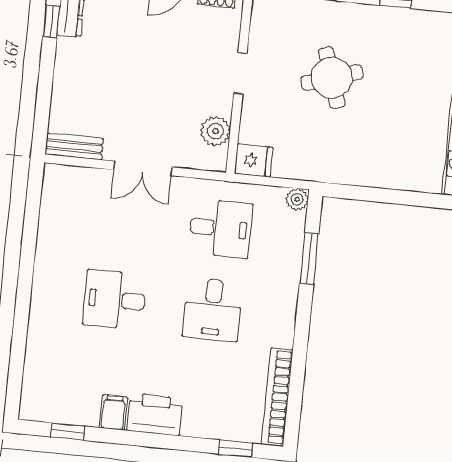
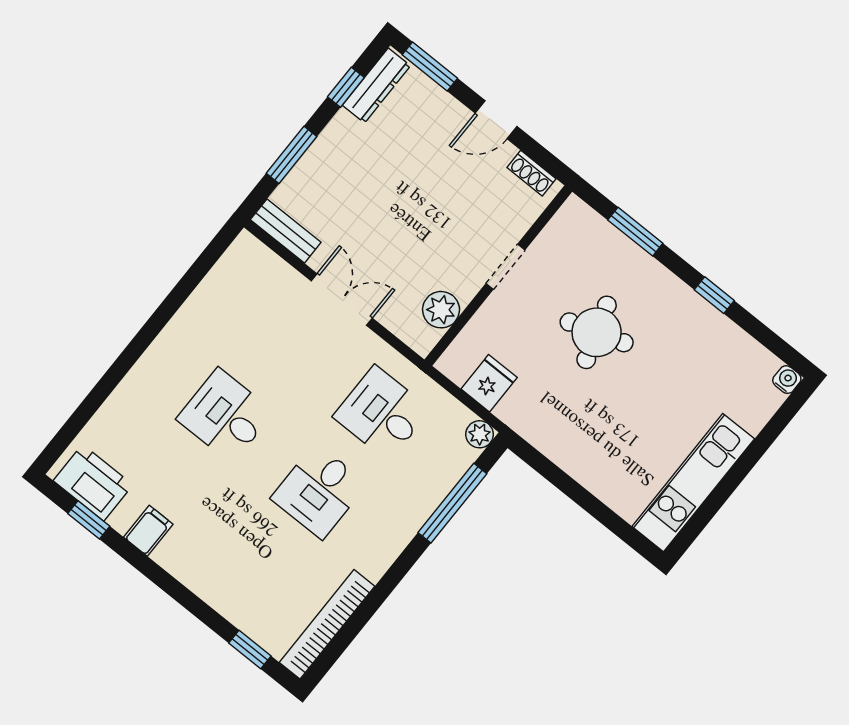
window: (44, 92) -> (291, 155), added
fridge: (254, 160) -> (489, 383), moved, turned -90
double door: (143, 168) -> (342, 299), swing flipped
desk: (221, 228) -> (382, 413), turned 180
window: (309, 259) -> (452, 503), width x1.44
printer: (155, 414) -> (93, 483), moved

